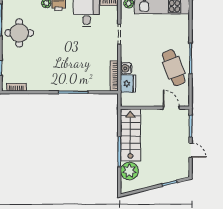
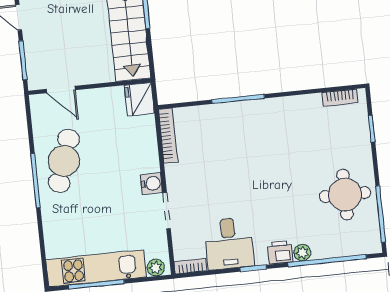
water cooler: (126, 68) -> (152, 184), moved
cafe table: (174, 68) -> (64, 161), turned 39
fridge: (128, 84) -> (139, 99), moved

